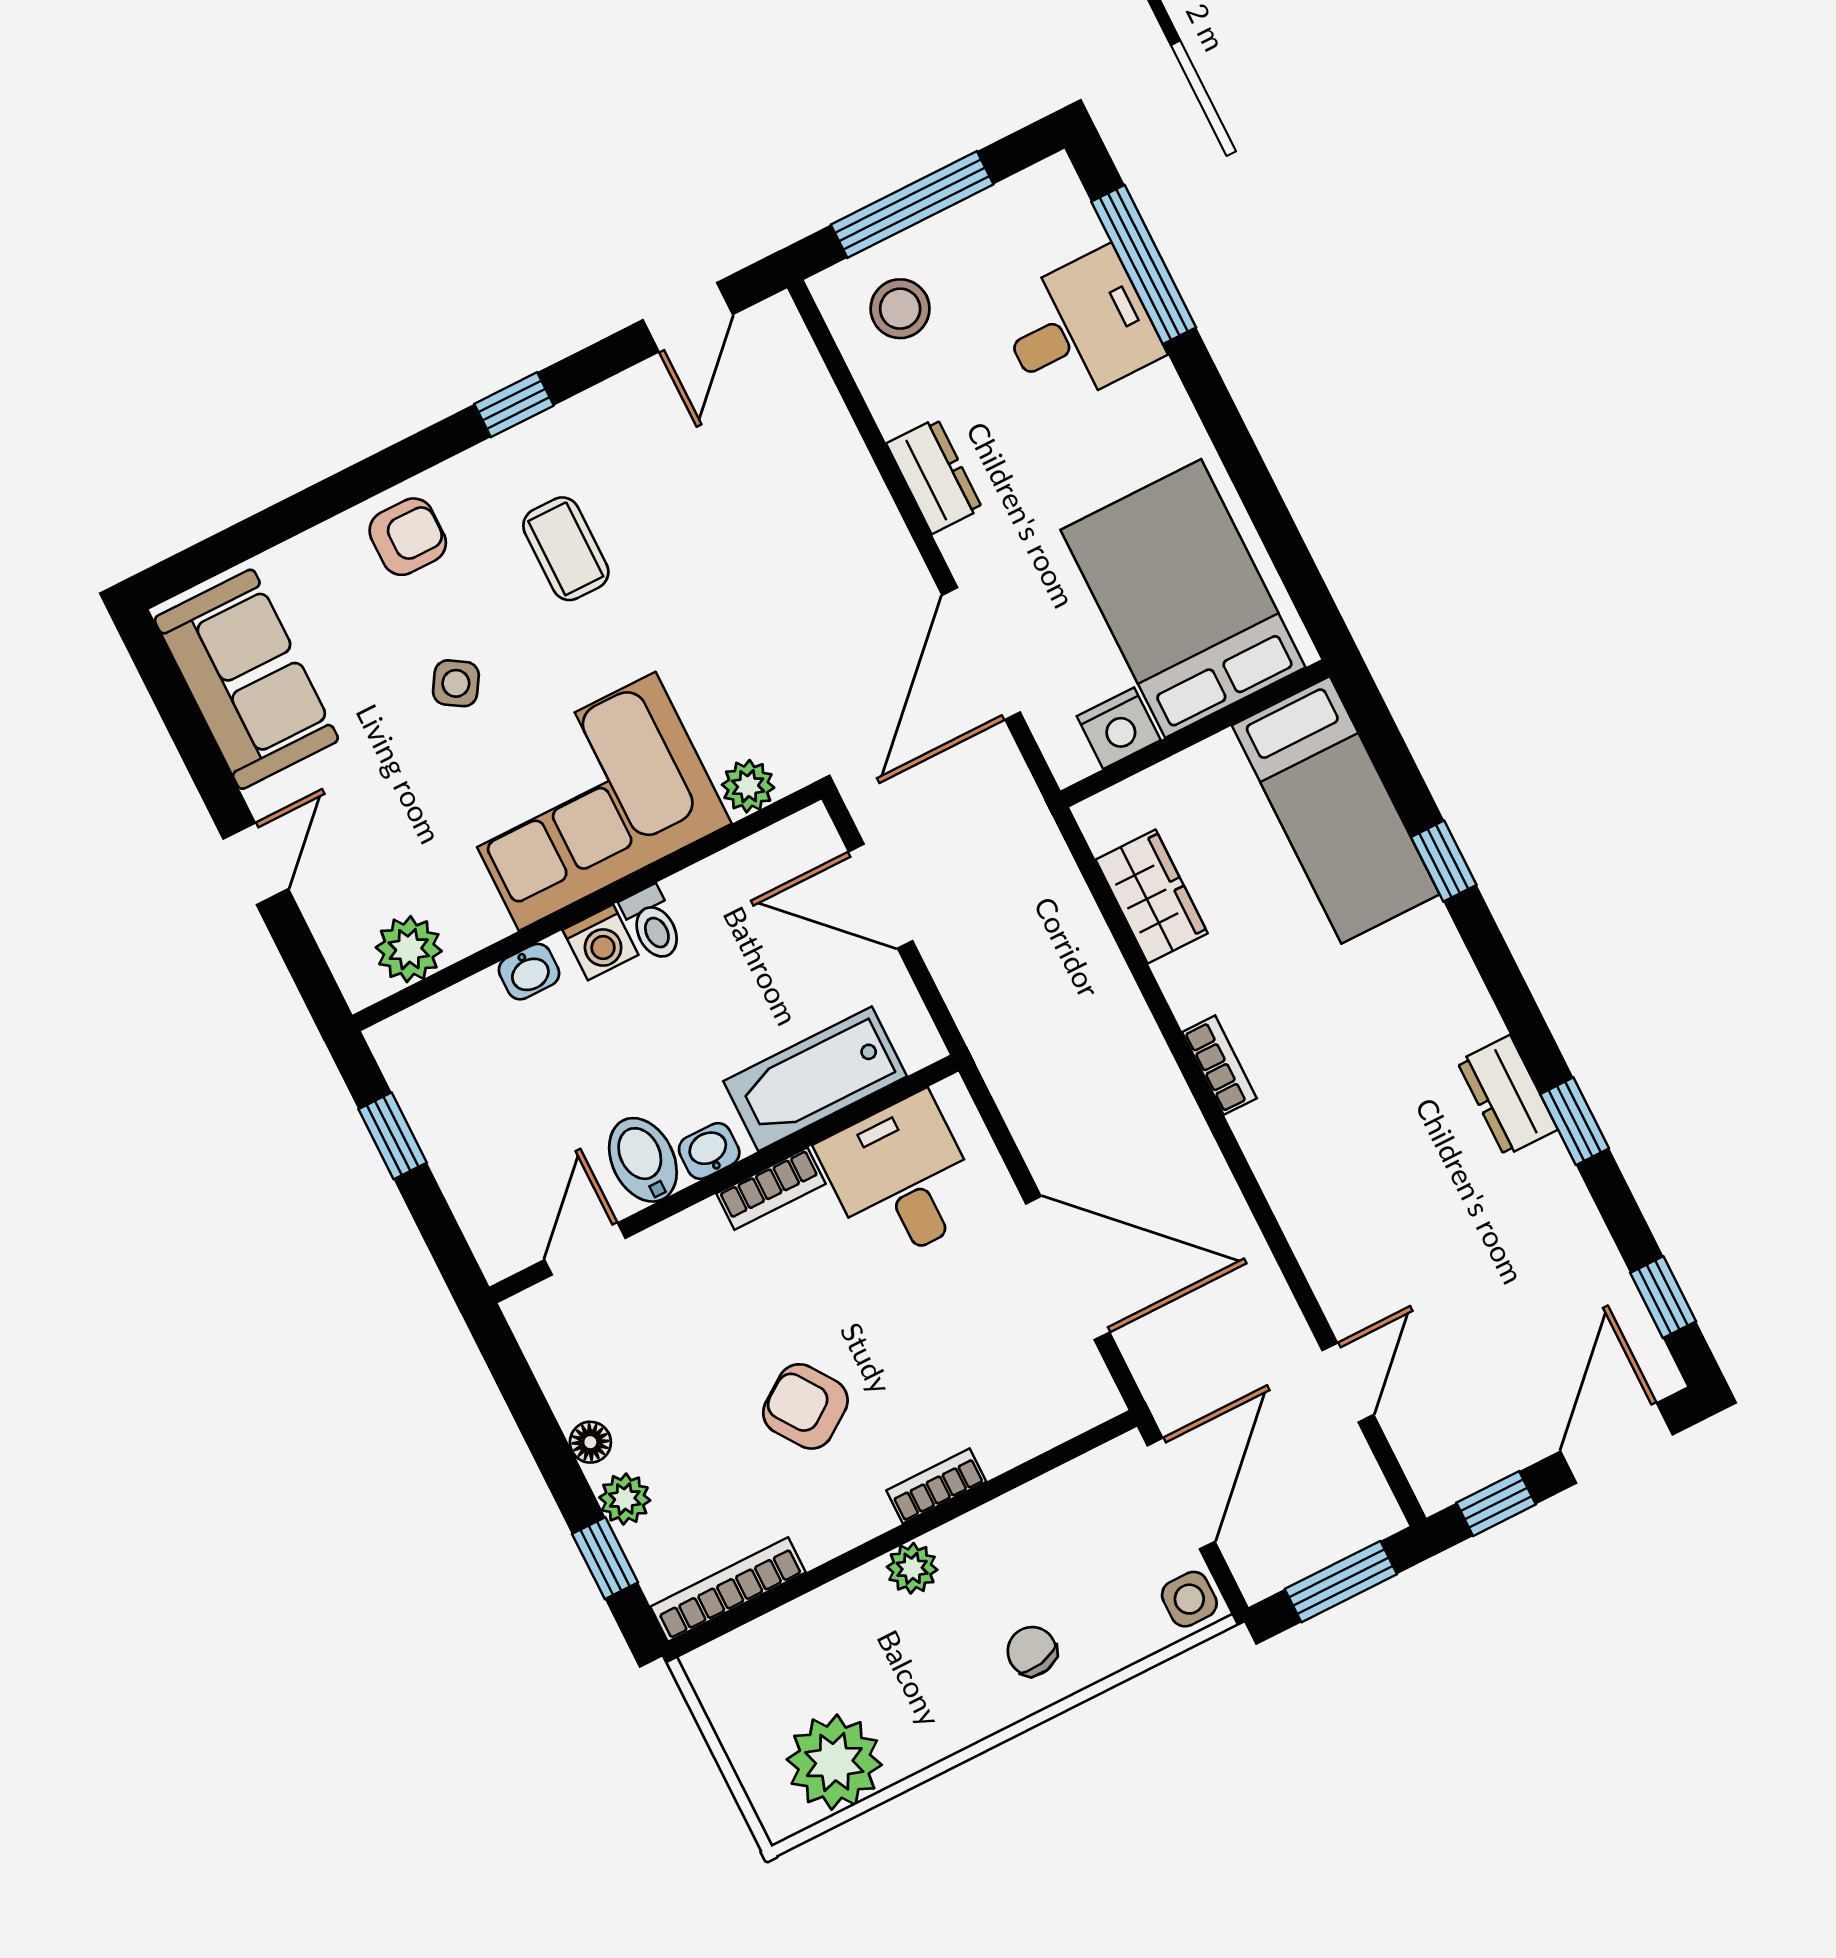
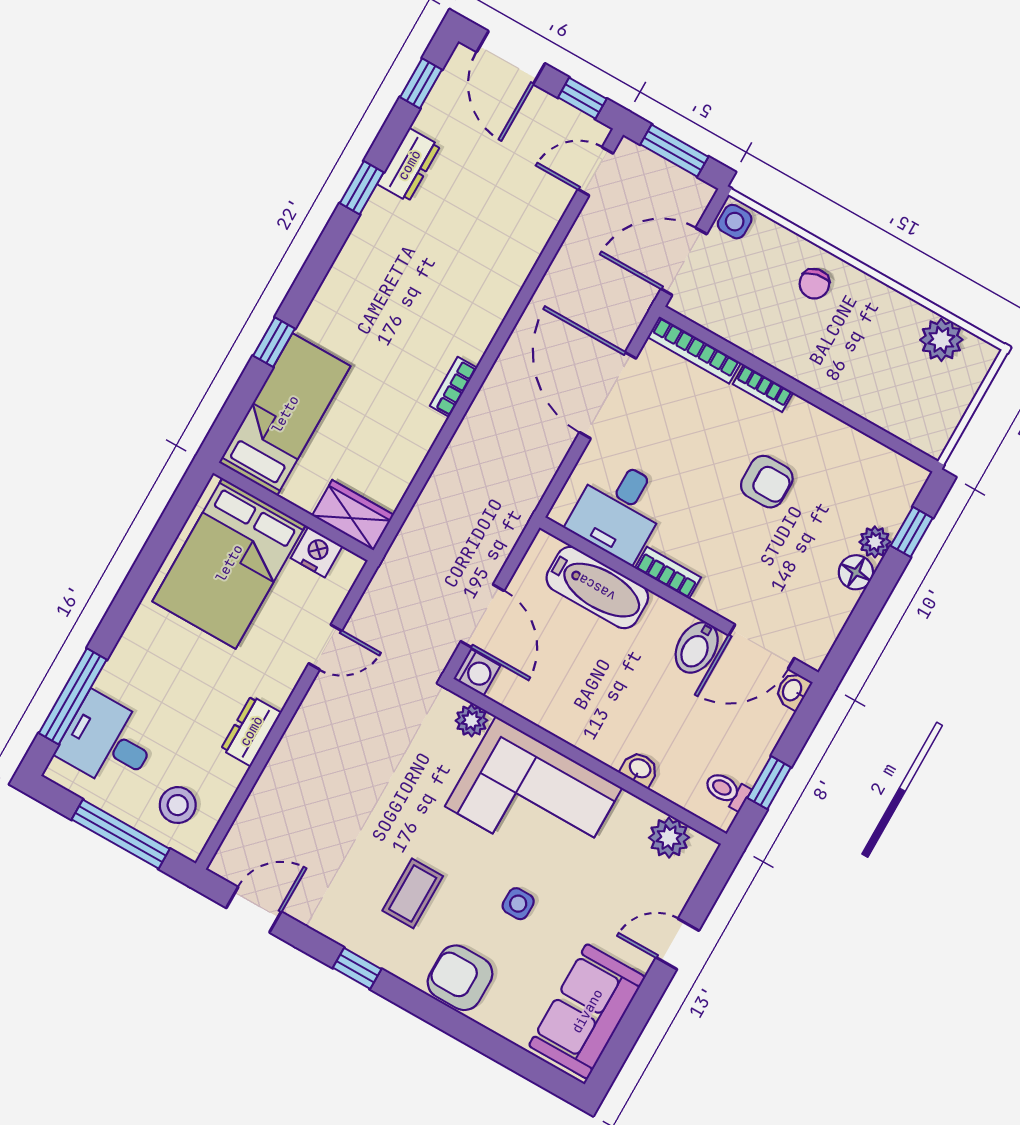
desk: (1079, 329) -> (108, 742), moved
armchair: (408, 537) -> (460, 978), width x1.38, depth x1.38
door: (981, 654) -> (325, 647), width x0.53
side table: (456, 683) -> (518, 904), turned -32
wardrobe: (1152, 897) -> (353, 515), moved, turned 90
toilet: (653, 924) -> (727, 790), moved, turned -90
washing machine: (600, 942) -> (477, 672), moved, turned 90
dresser: (1507, 1096) -> (409, 165), moved
washbasin: (709, 1151) -> (793, 690), moved, turned 90
door: (585, 1249) -> (762, 647), width x1.38
door: (1348, 1383) -> (596, 171), moved
armchair: (805, 1406) -> (767, 482), turned -55
floor lamp: (590, 1442) -> (856, 572), width x1.37, depth x1.37
door: (1616, 1443) -> (511, 58), hinge flipped
plant: (912, 1568) -> (813, 373), removed
bookcase: (728, 1590) -> (694, 350), moved
plant: (834, 1762) -> (941, 340), width x0.73, depth x0.73

